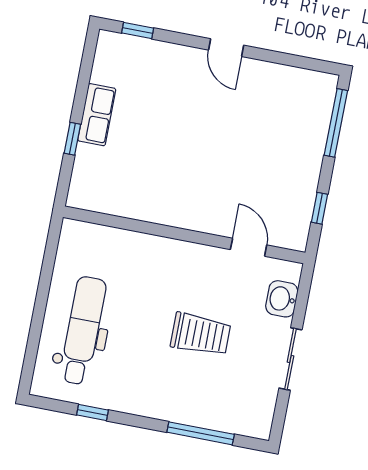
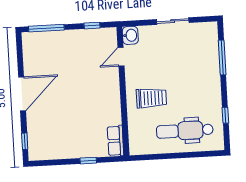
door: (226, 48) -> (22, 94), width x1.87
row of seats: (97, 115) -> (116, 141), moved, turned -90
washbasin: (282, 299) -> (130, 35), moved, turned -90
trolley: (201, 334) -> (151, 98), moved, turned 90

